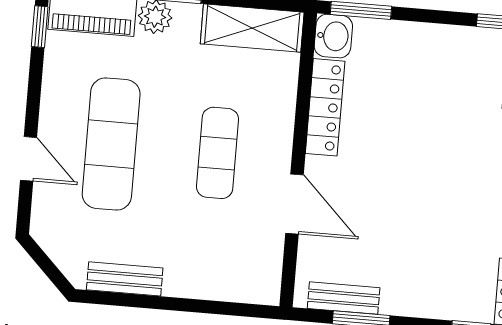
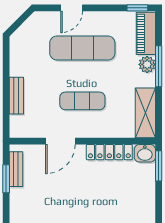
bench: (125, 279) -> (16, 96), moved

